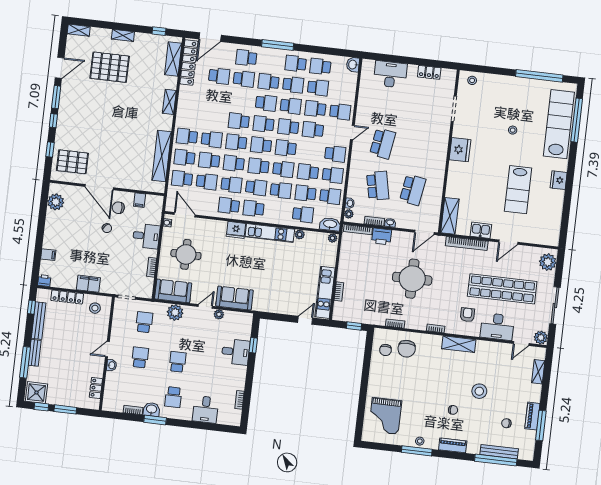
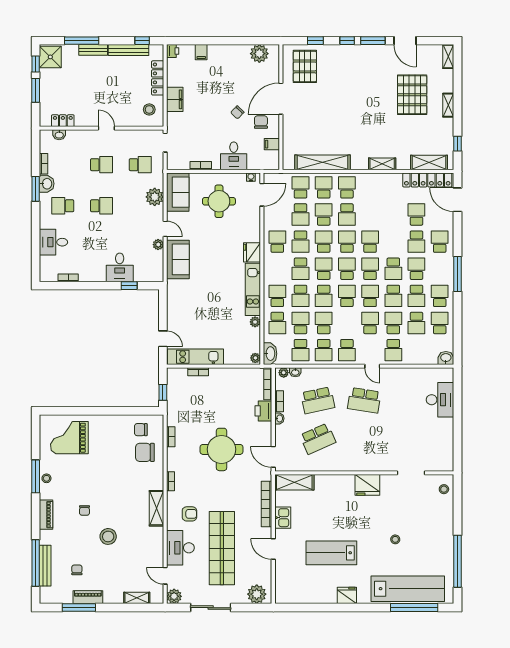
locker: (429, 72) -> (447, 442), removed
school desk: (219, 76) -> (416, 214), turned 180
school desk: (413, 190) -> (318, 439), turned -33
school desk: (254, 209) -> (277, 296), moved
washbasin: (112, 365) -> (59, 135), moved

